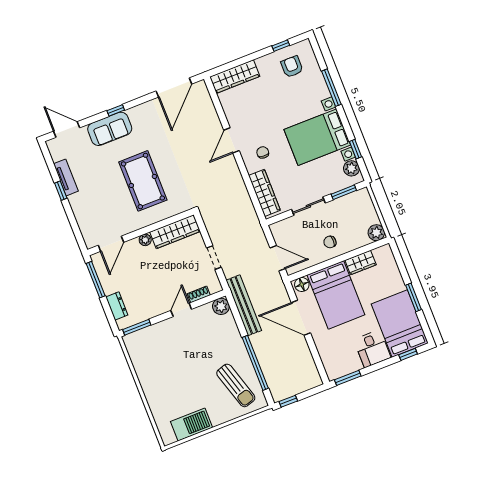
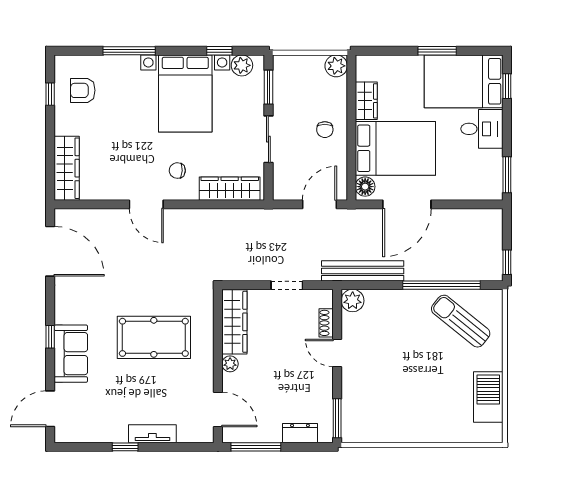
tv unit: (66, 177) -> (152, 434), moved
sun lounger: (236, 385) -> (461, 321), turned -124

